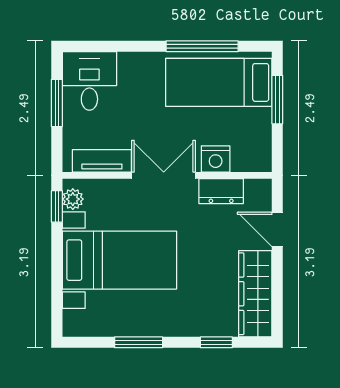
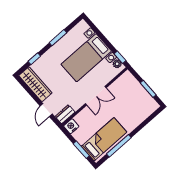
desk: (89, 81) -> (144, 105), removed
nightstand: (216, 159) -> (71, 126), moved
tv unit: (102, 161) -> (119, 83), removed
dresser: (221, 191) -> (65, 114), moved
door: (277, 229) -> (46, 110), swing flipped

